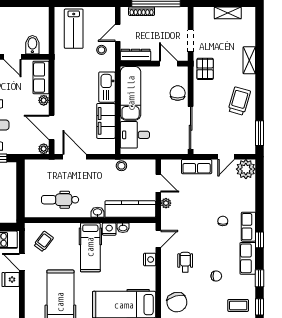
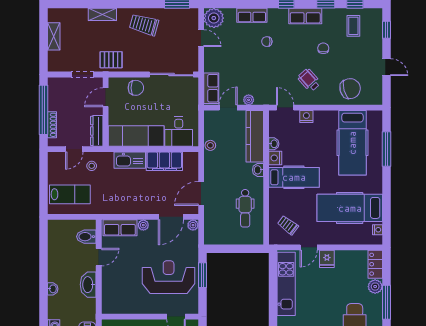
door: (118, 33) -> (74, 149), hinge flipped
chair: (178, 93) -> (136, 88), turned 180
row of seats: (197, 167) -> (211, 88), moved
row of seats: (248, 227) -> (252, 15), moved
wheelchair: (185, 262) -> (309, 80), turned 48

